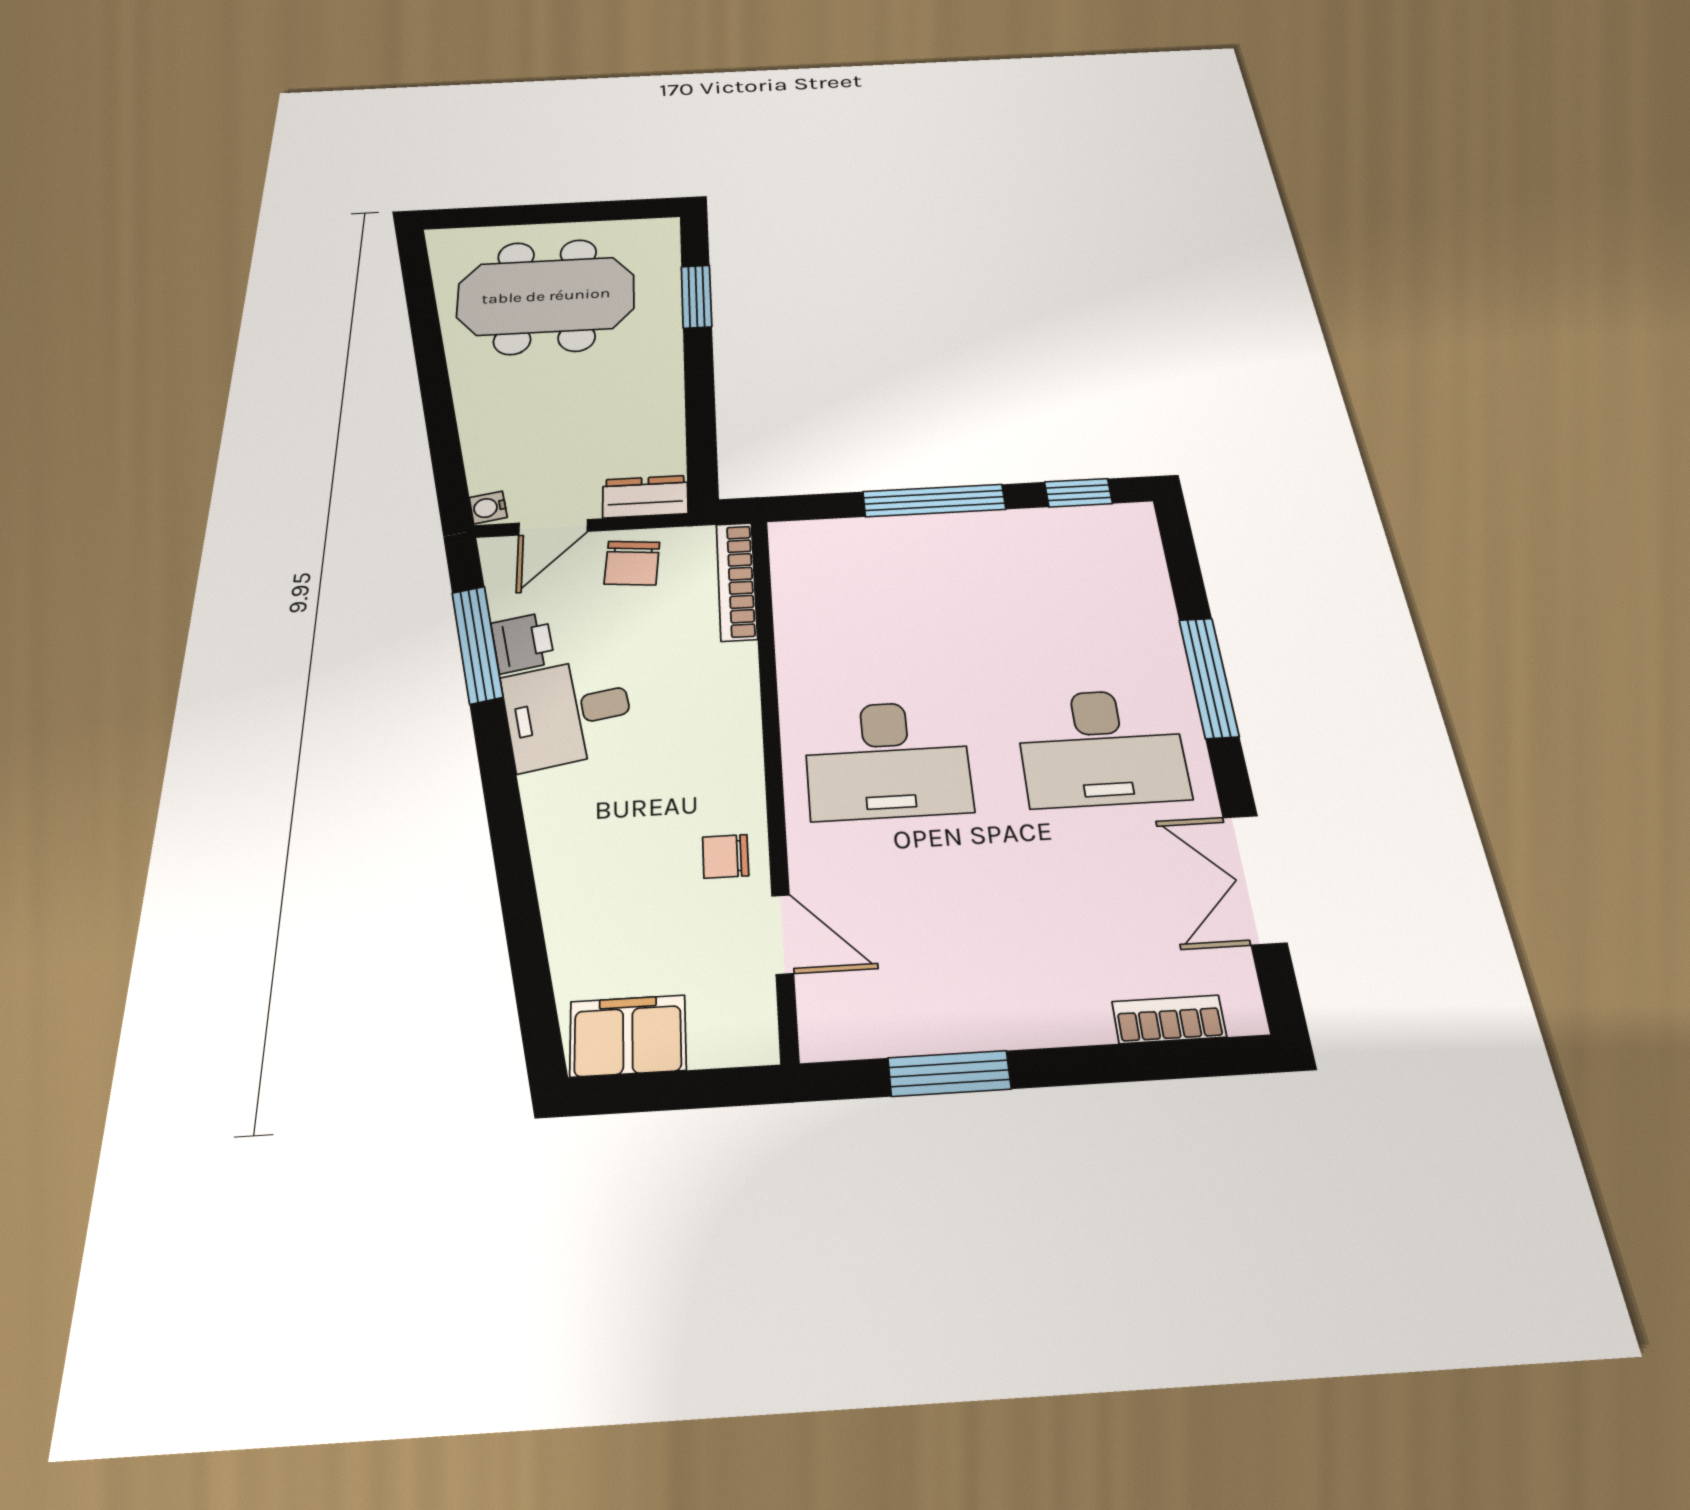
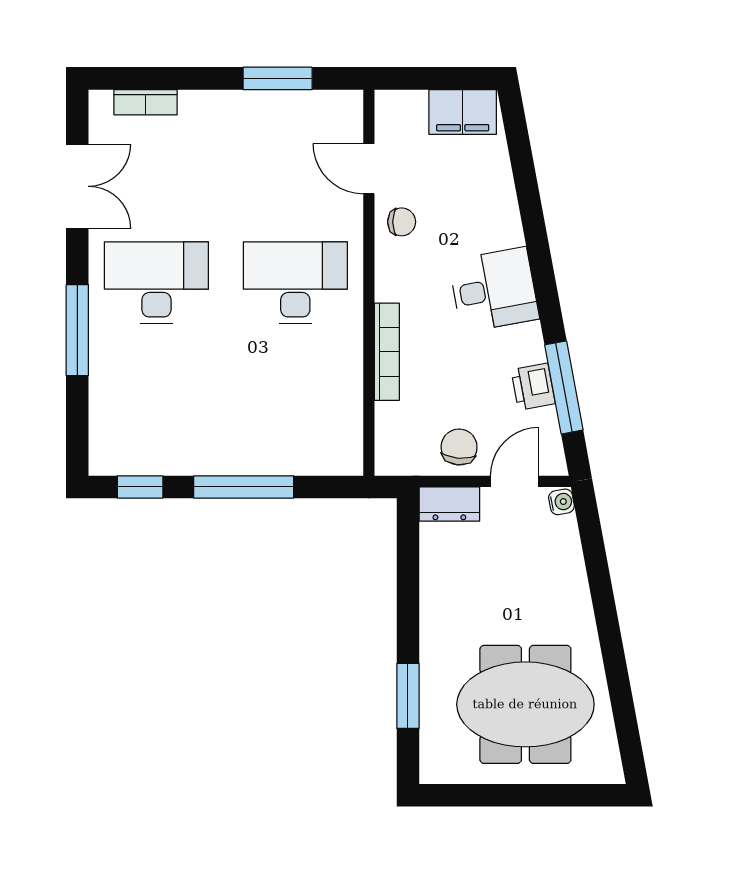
bookcase: (737, 581) -> (387, 352), moved
desk: (568, 712) -> (494, 290), moved

